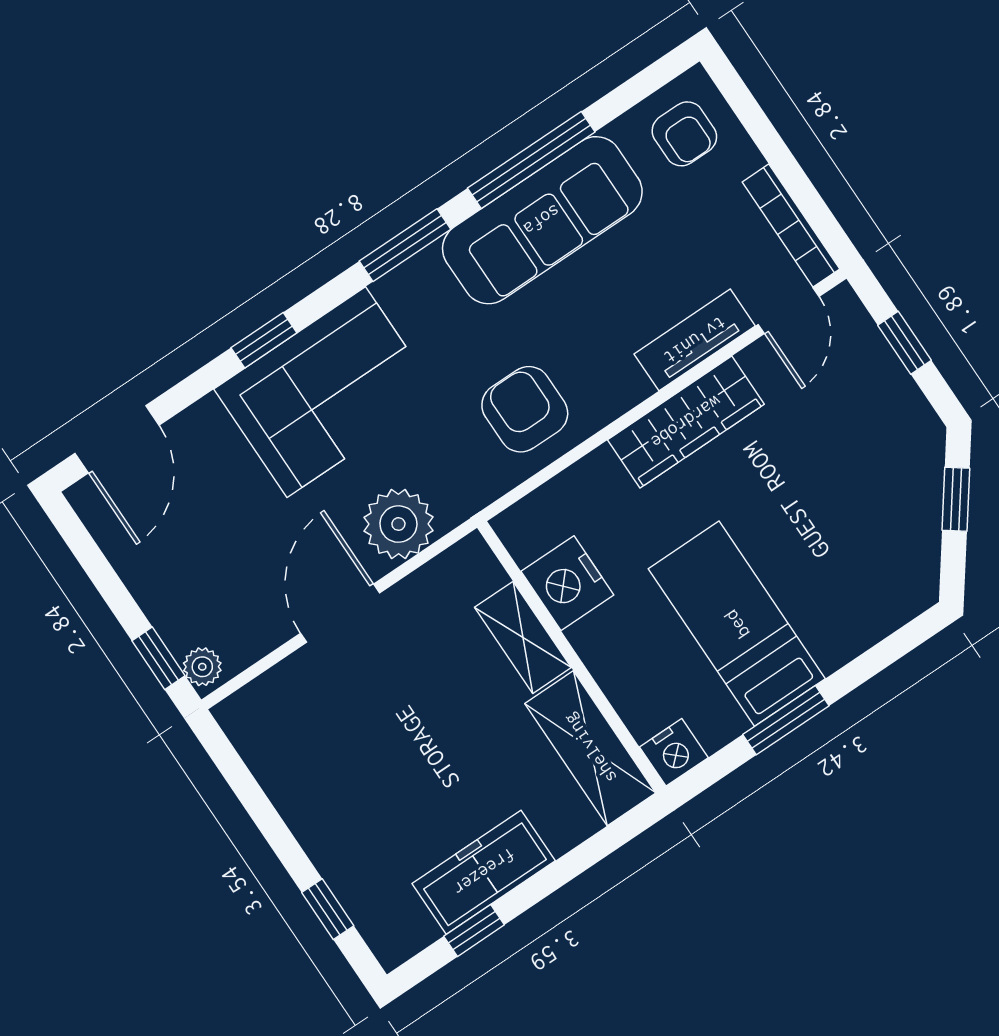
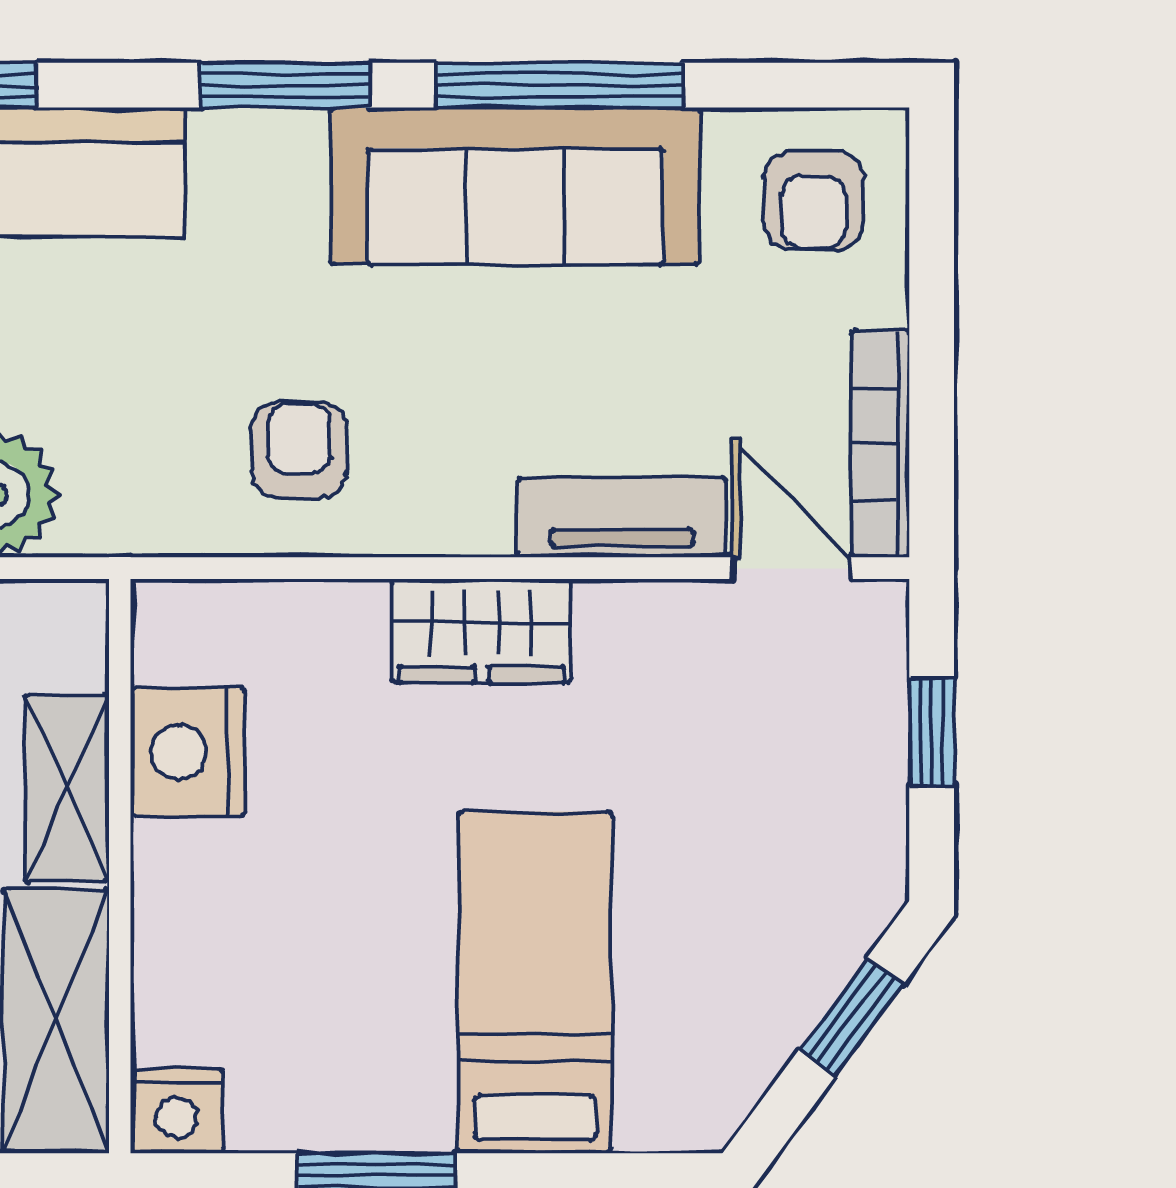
door: (789, 311) -> (792, 568), swing flipped
armchair: (525, 409) -> (299, 450), width x0.72, depth x0.72
wardrobe: (686, 422) -> (481, 631), width x0.67
bed: (737, 624) -> (535, 982), moved

